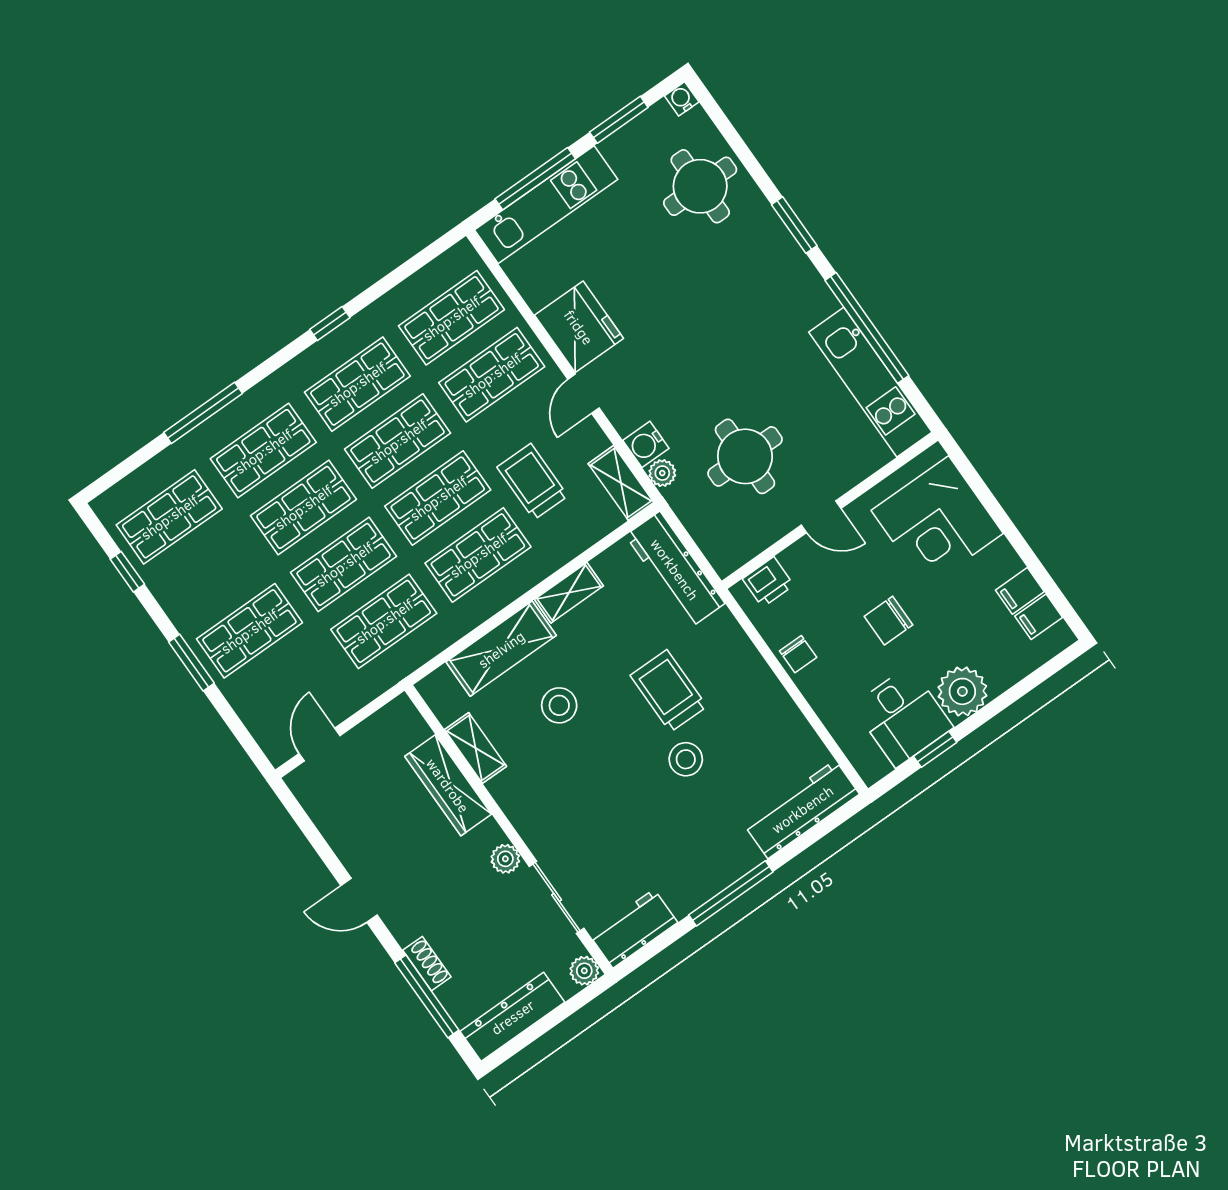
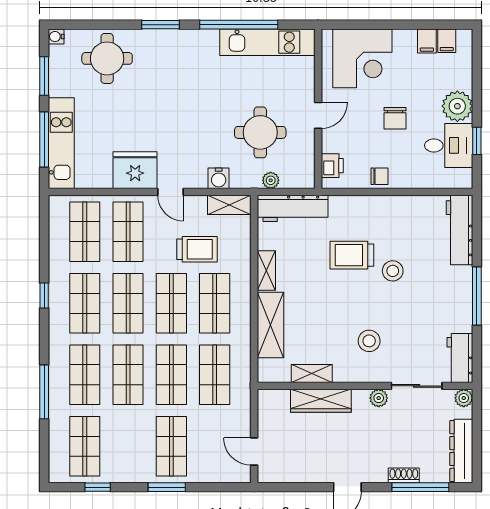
plant: (662, 473) -> (271, 180), moved
trolley: (532, 482) -> (197, 249), turned 180
stool: (559, 705) -> (369, 341), moved

